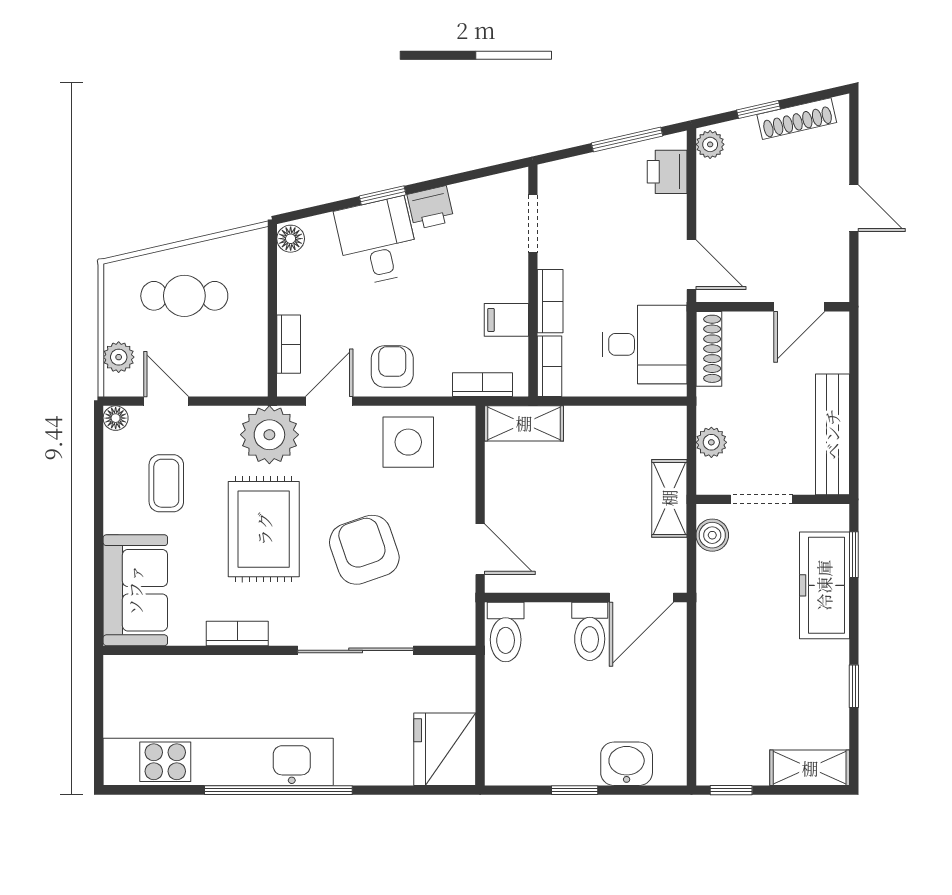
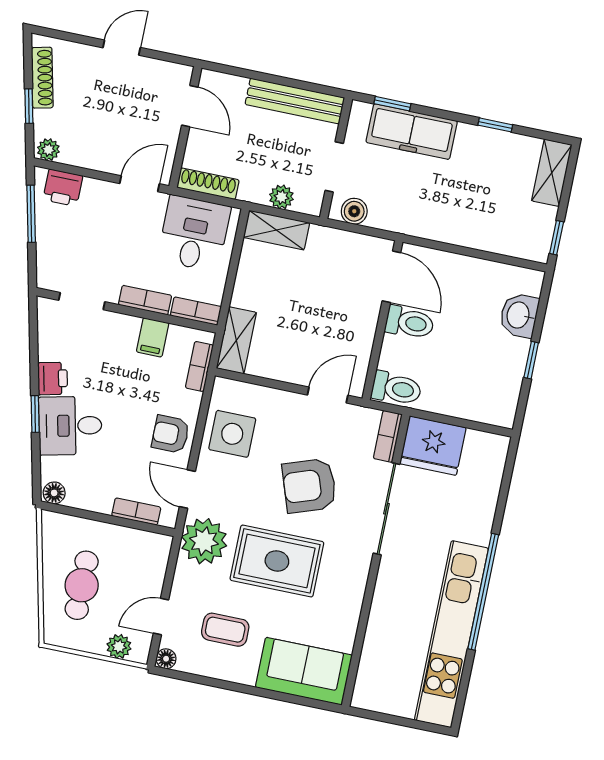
shelving: (669, 498) -> (276, 230), moved
bookcase: (237, 633) -> (388, 436), moved
fridge: (445, 749) -> (433, 446), moved

